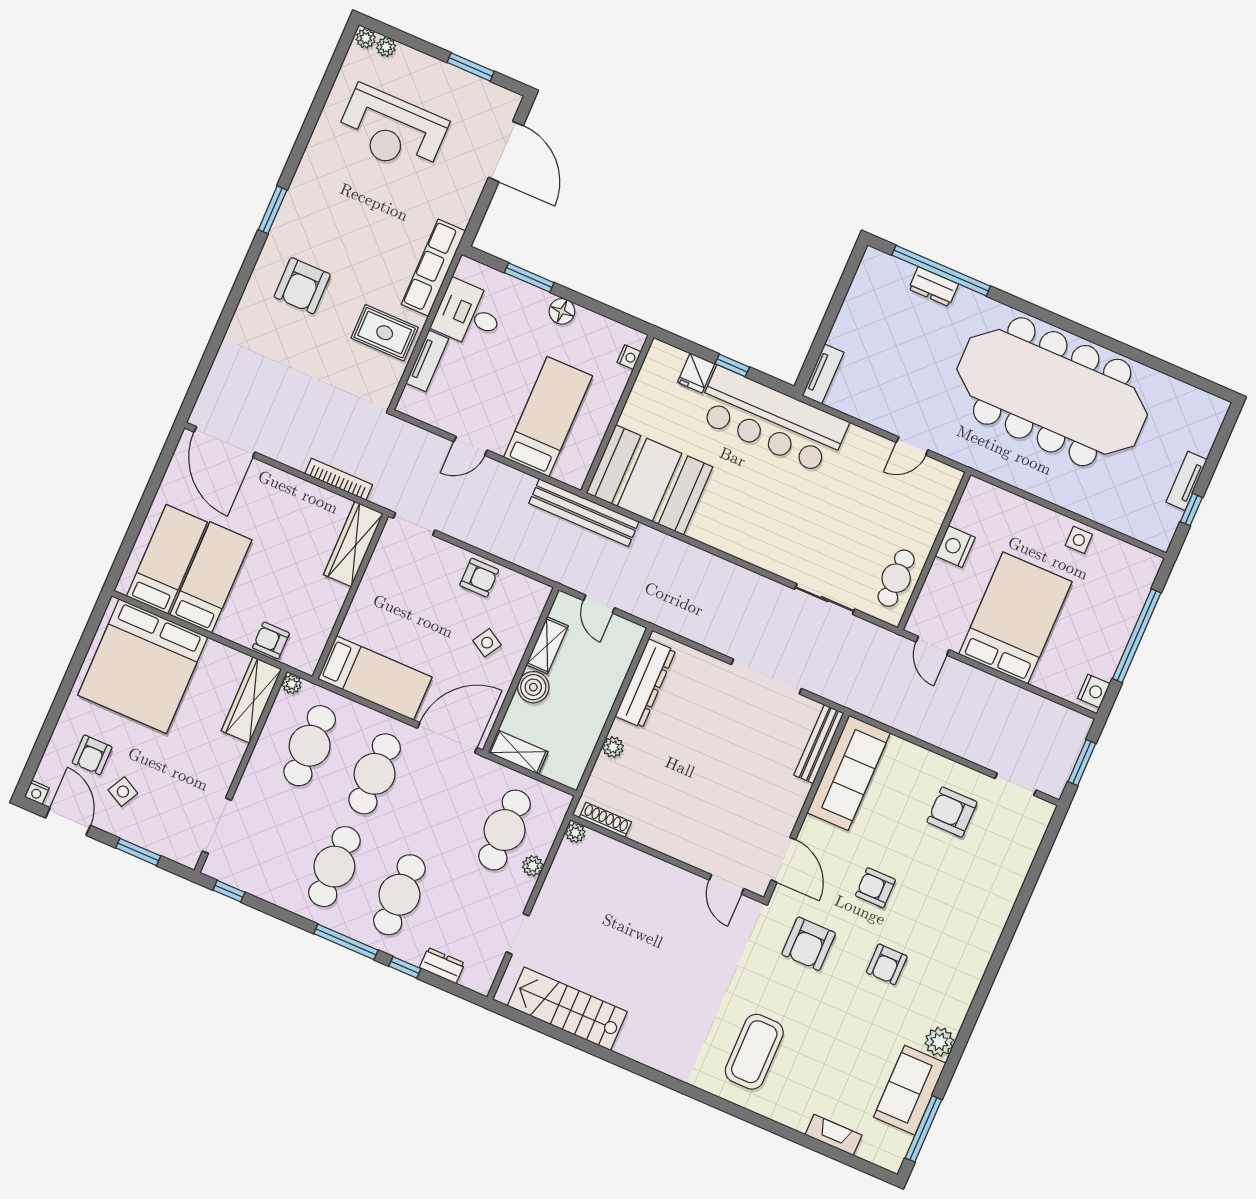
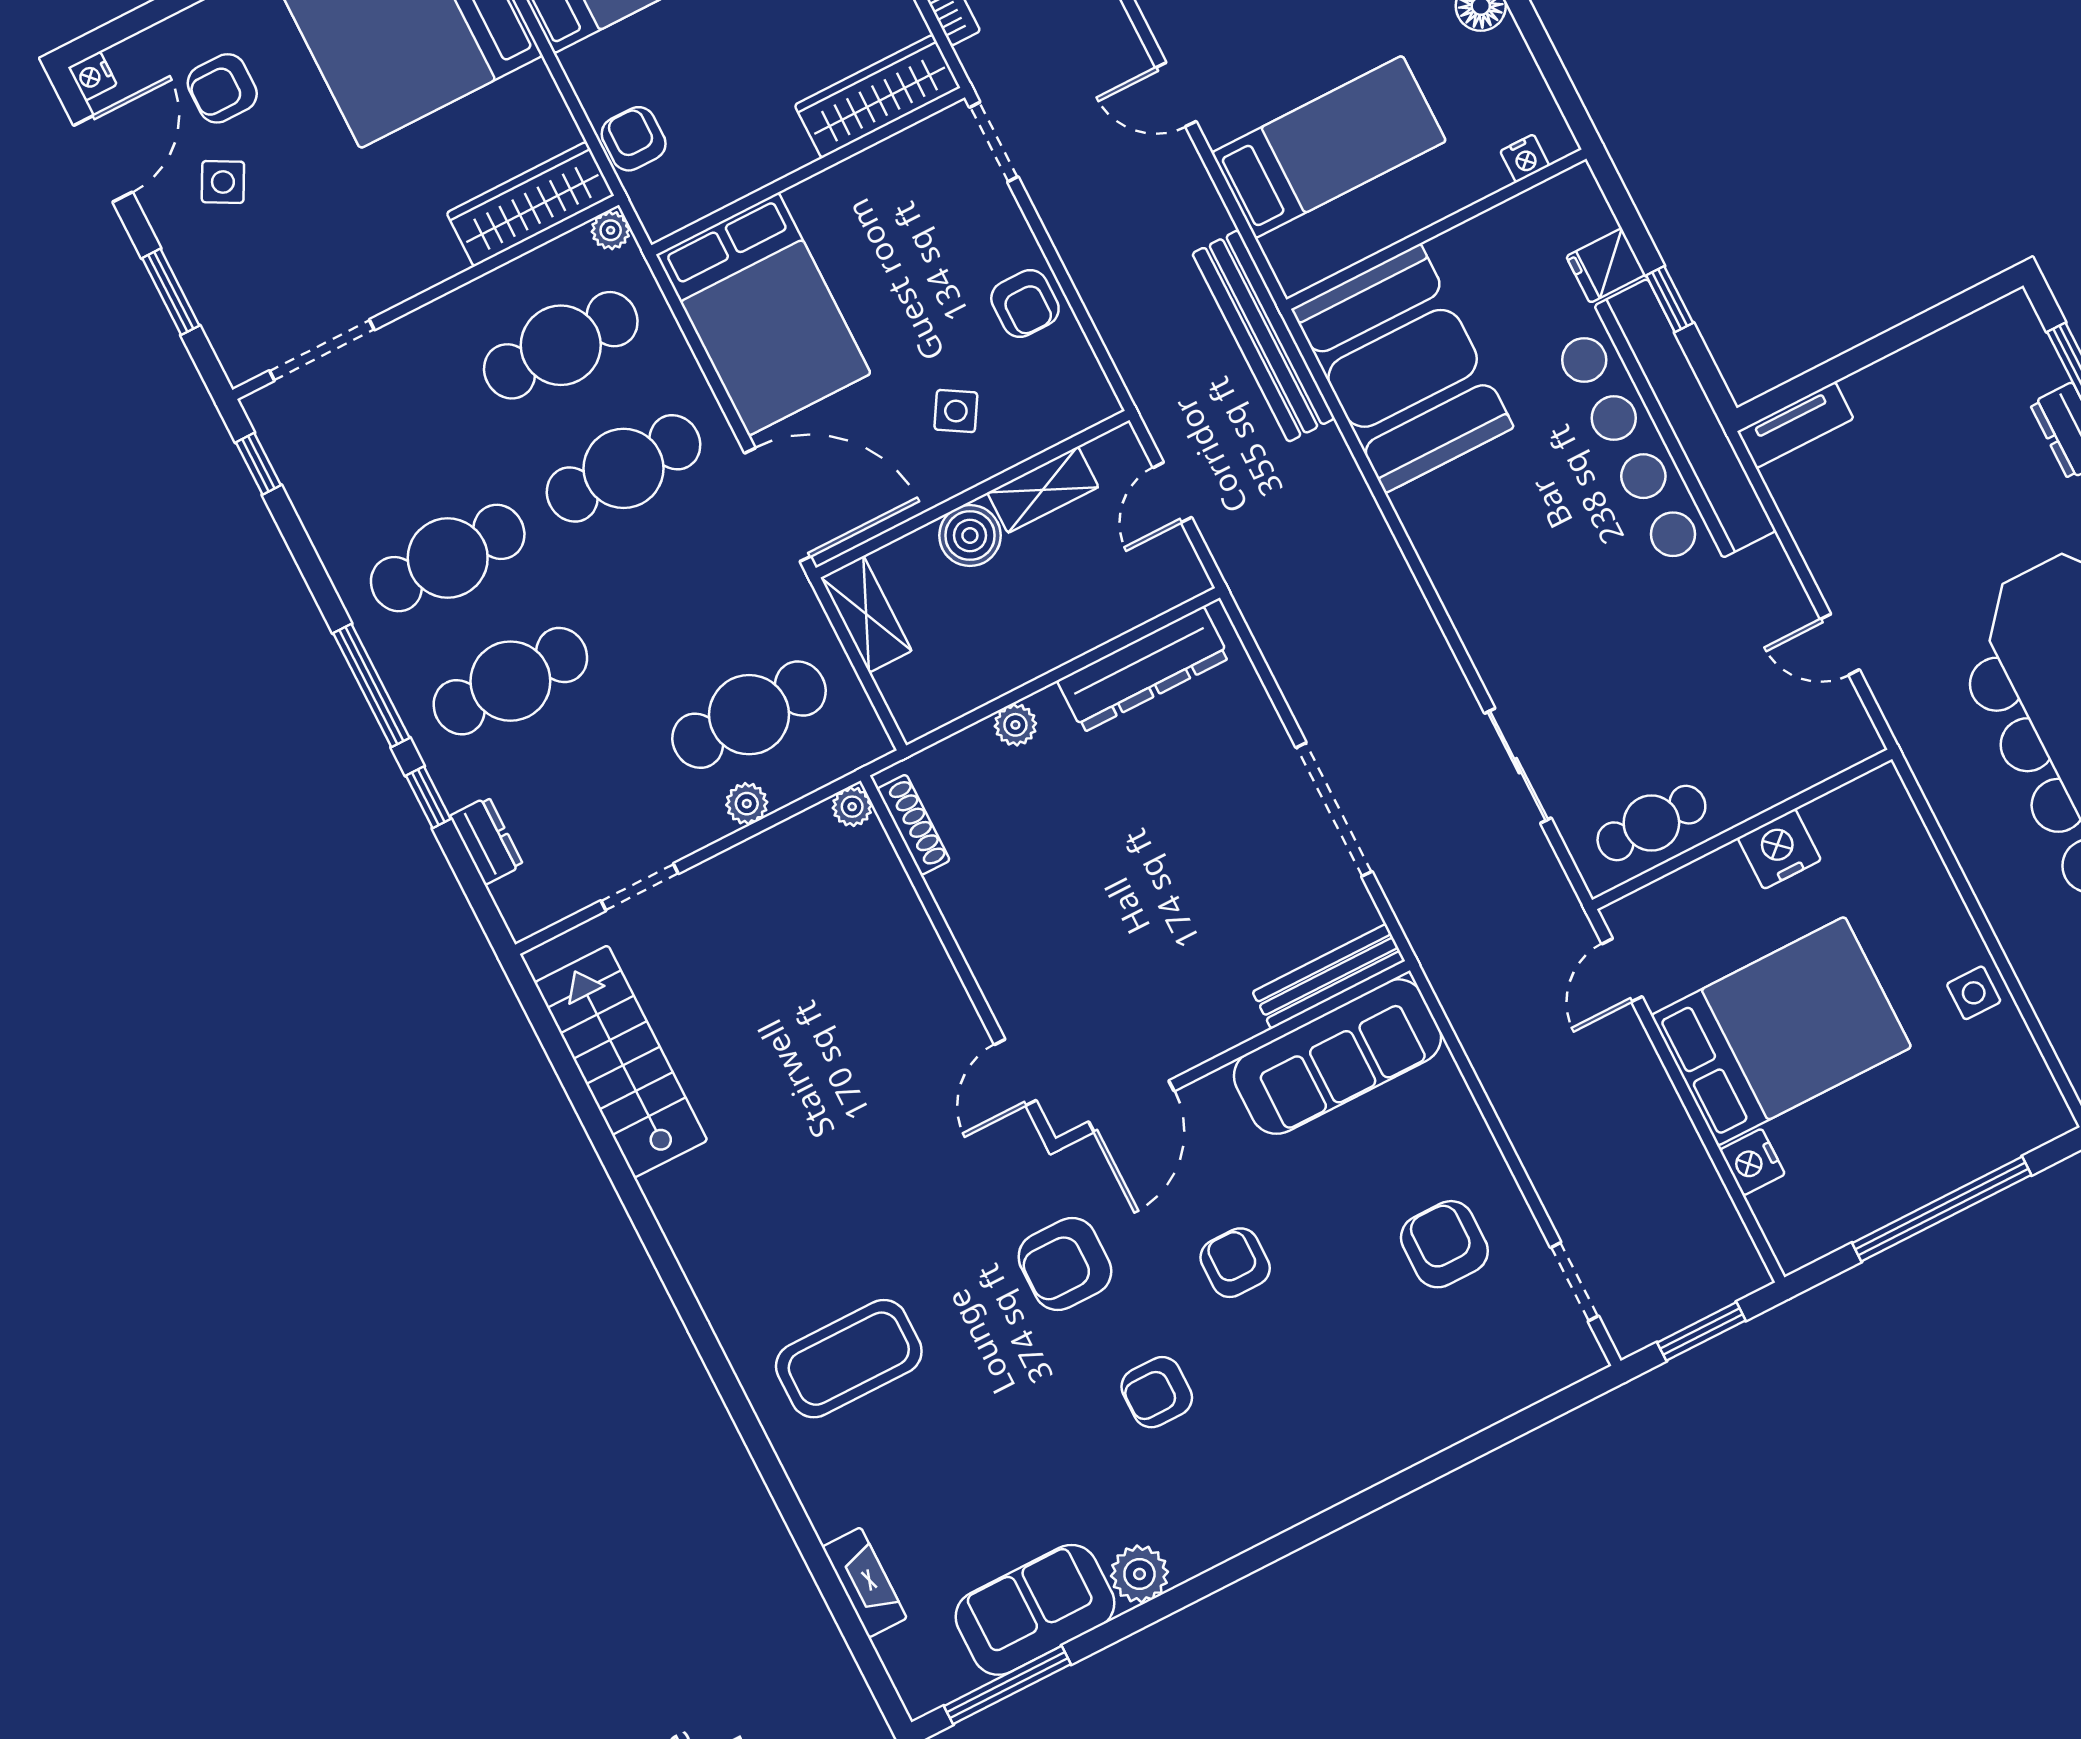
bed: (375, 678) -> (763, 314), width x1.50
nightstand: (1094, 691) -> (1752, 1162), moved, turned 90

